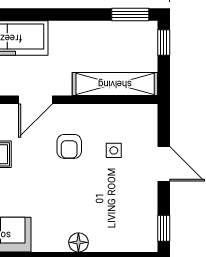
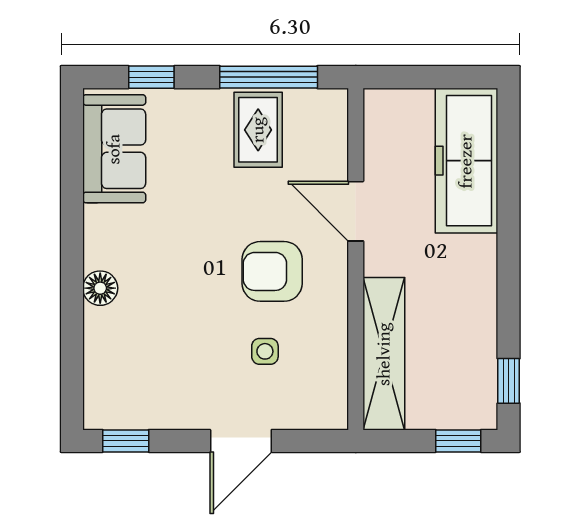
window: (130, 14) -> (509, 381), width x0.67
armchair: (69, 146) -> (272, 271), width x1.38, depth x1.38

